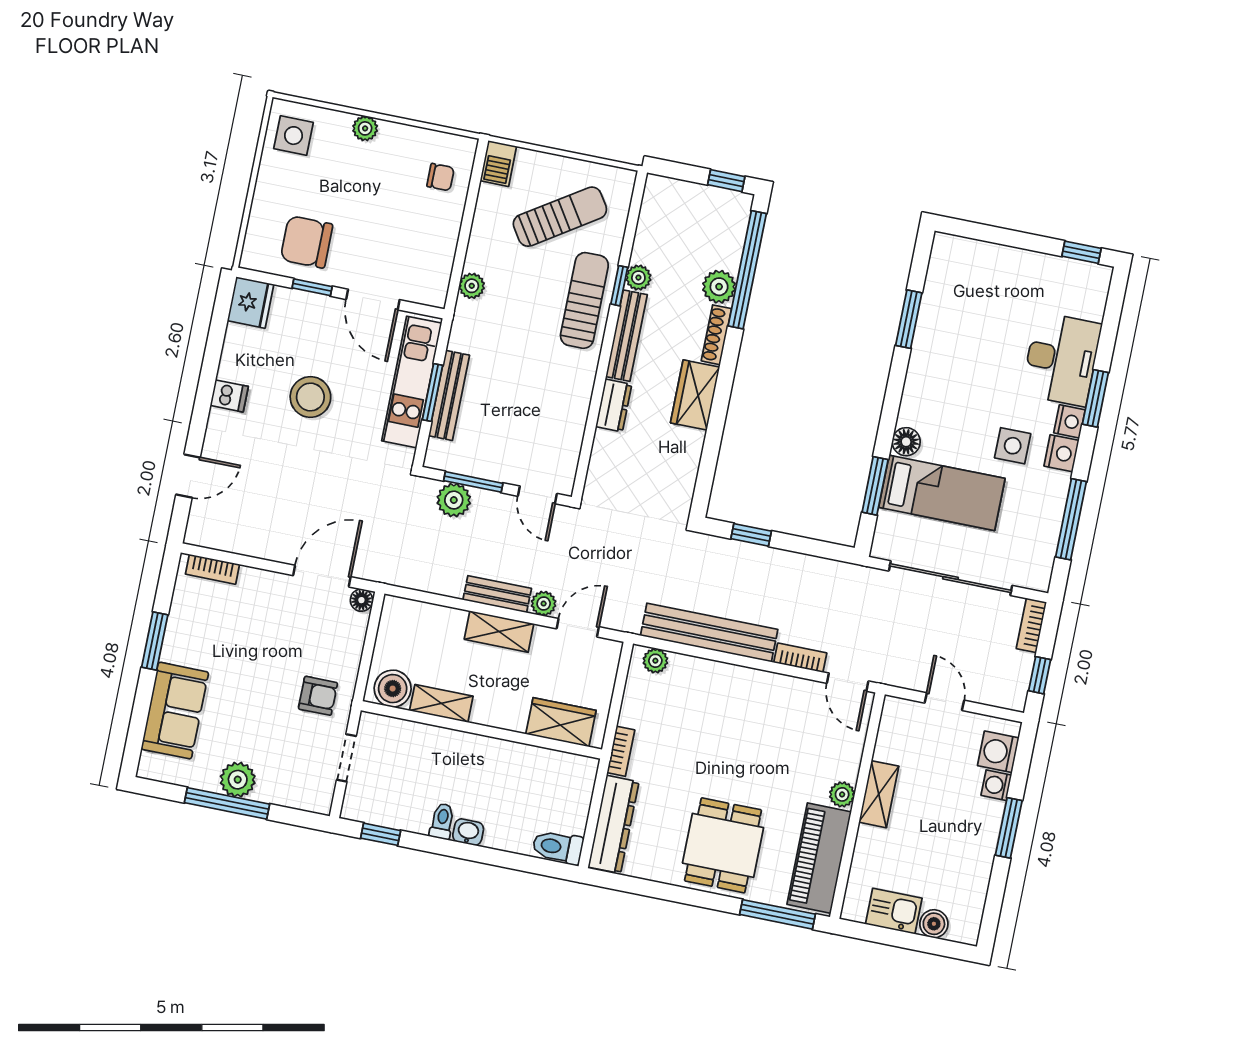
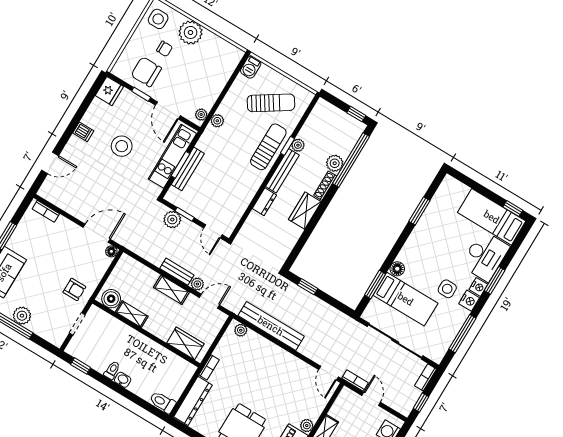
plant: (365, 128) -> (191, 32), width x1.88, depth x1.88
chair: (440, 177) -> (165, 49), moved
bed: (1047, 282) -> (492, 217), added
plant: (438, 285) -> (201, 115), added
window: (473, 482) -> (185, 214), width x0.67
bookcase: (800, 658) -> (355, 381), moved

